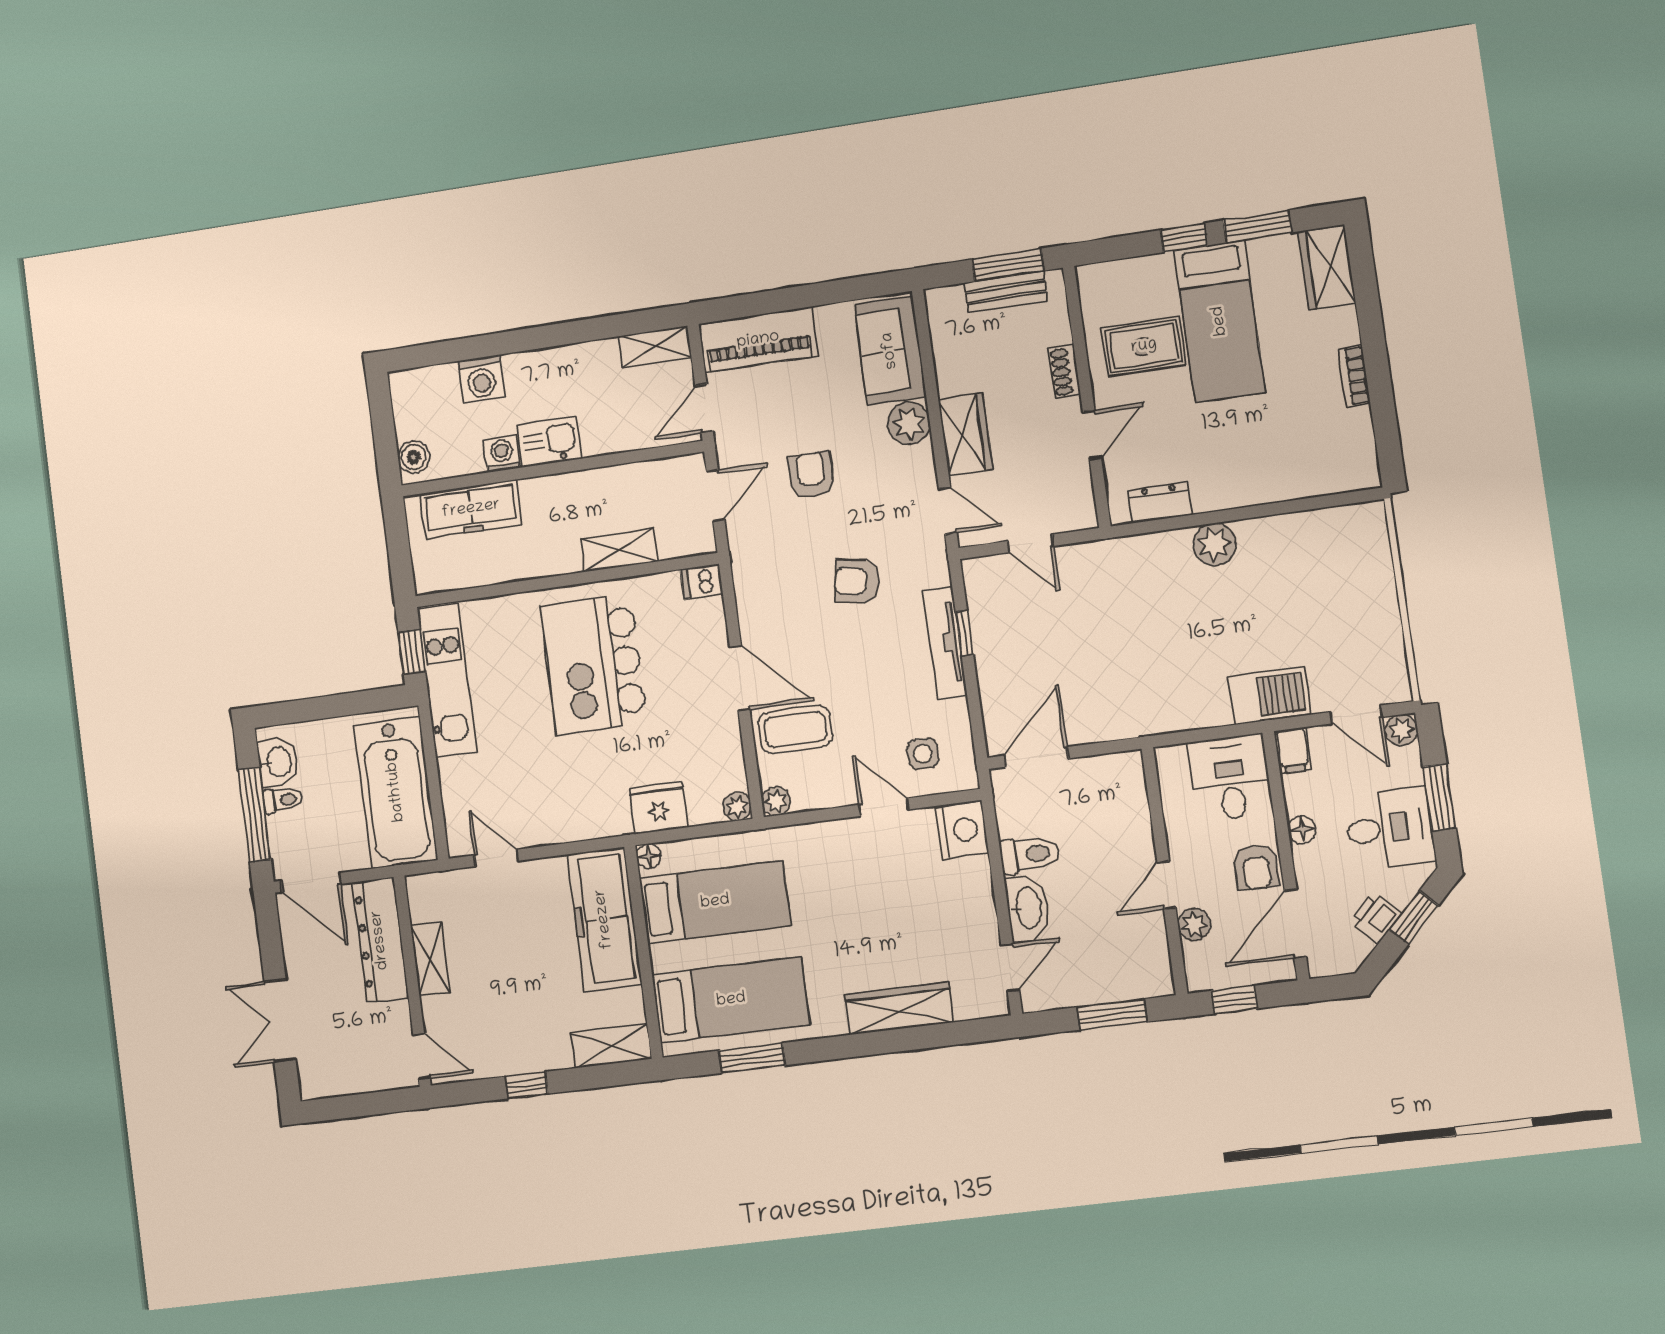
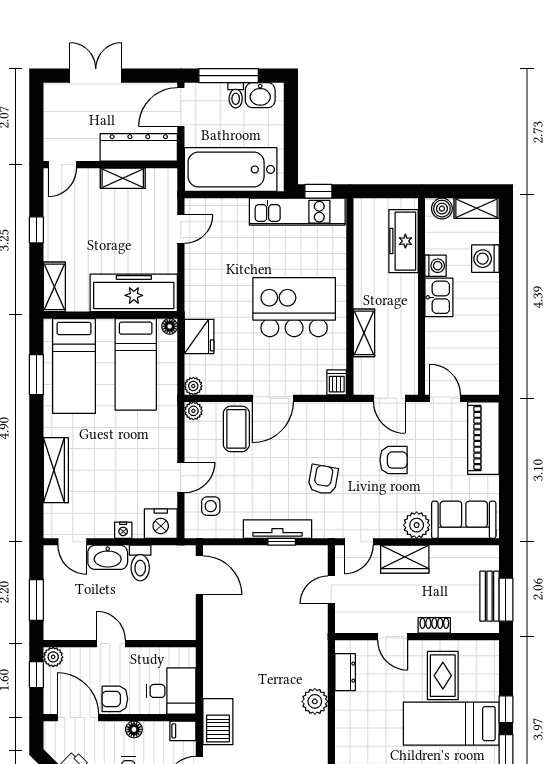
shelving: (655, 347) -> (477, 208), moved, turned 90
nightstand: (980, 889) -> (123, 530), added
plant: (1194, 924) -> (53, 657), moved

